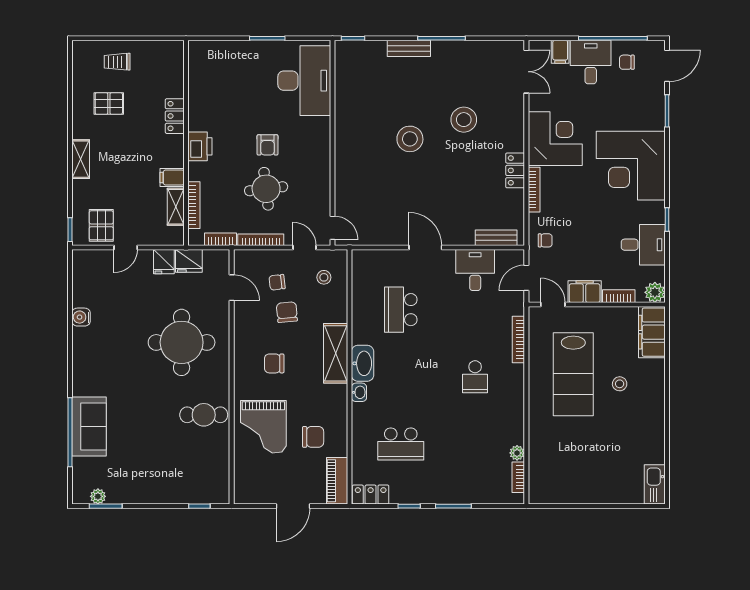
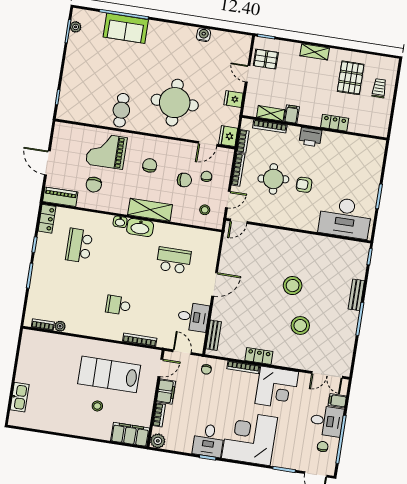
pallet: (109, 104) -> (351, 78), width x1.50, depth x1.42
desk: (643, 245) -> (209, 440), moved
fridge: (189, 261) -> (228, 136), moved
kitchen sink: (655, 484) -> (20, 397), moved, turned 90

